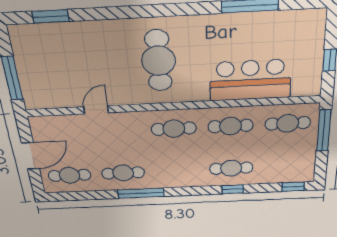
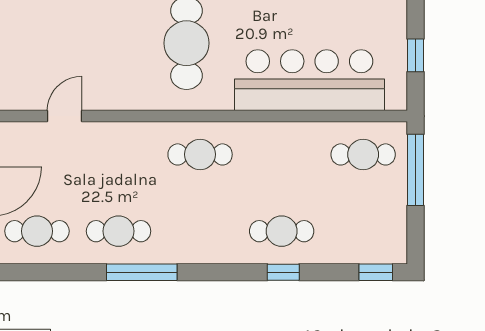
bar counter: (250, 80) -> (309, 80), width x1.36
door: (96, 110) -> (65, 116), moved
cafe table: (231, 126) -> (282, 154), removed

